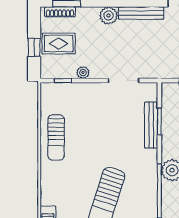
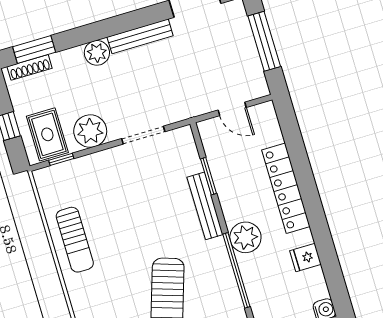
rug: (59, 44) -> (47, 134), moved, turned 90
plant: (83, 73) -> (90, 131), width x1.87, depth x1.87
bench: (151, 125) -> (205, 206), moved

